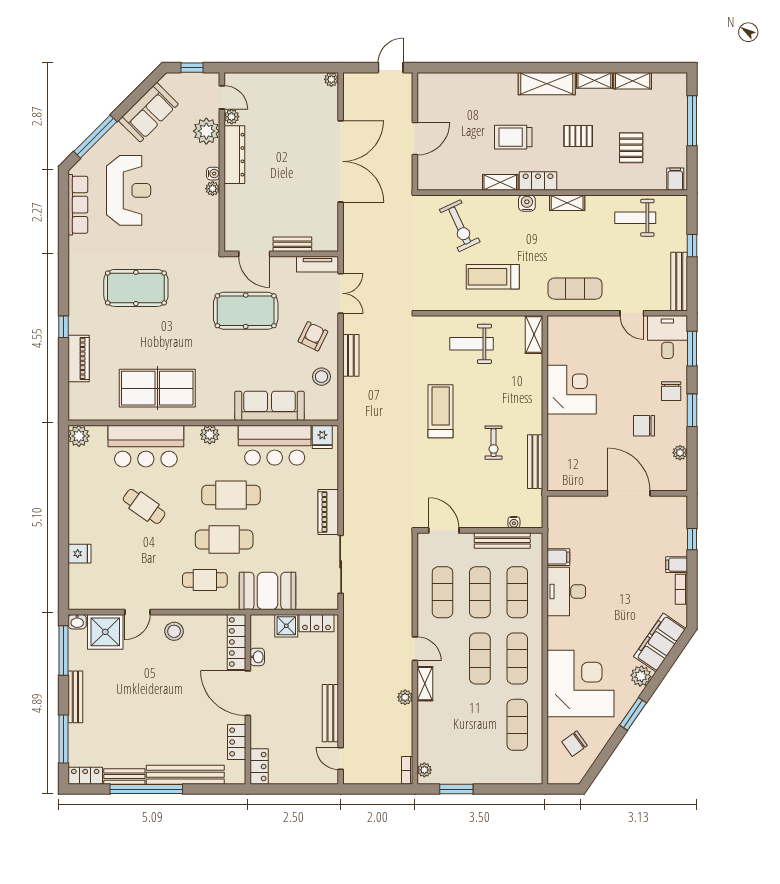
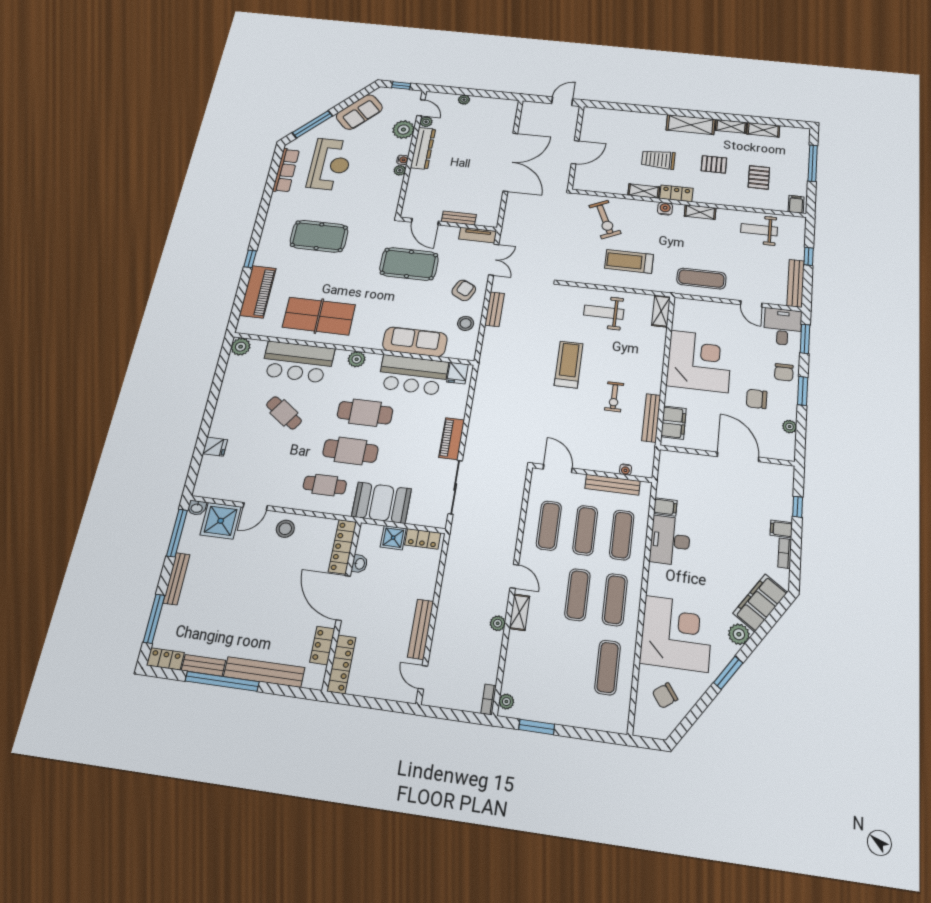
plant: (331, 79) -> (464, 100), moved
piano: (79, 358) -> (258, 292), width x1.37, depth x1.33
corner desk: (572, 390) -> (699, 361), width x1.36, depth x1.36
filing cabinet: (559, 464) -> (674, 423), added
locker: (259, 767) -> (341, 664), width x1.53

